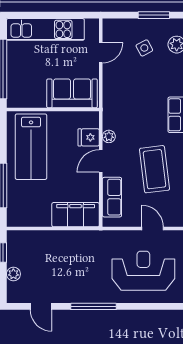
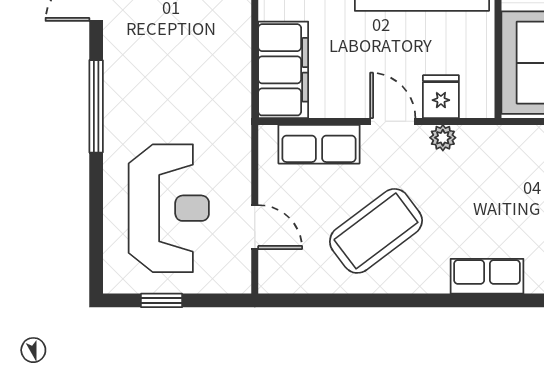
coffee table: (154, 169) -> (376, 231), turned -30
door: (153, 229) -> (255, 227), hinge flipped

